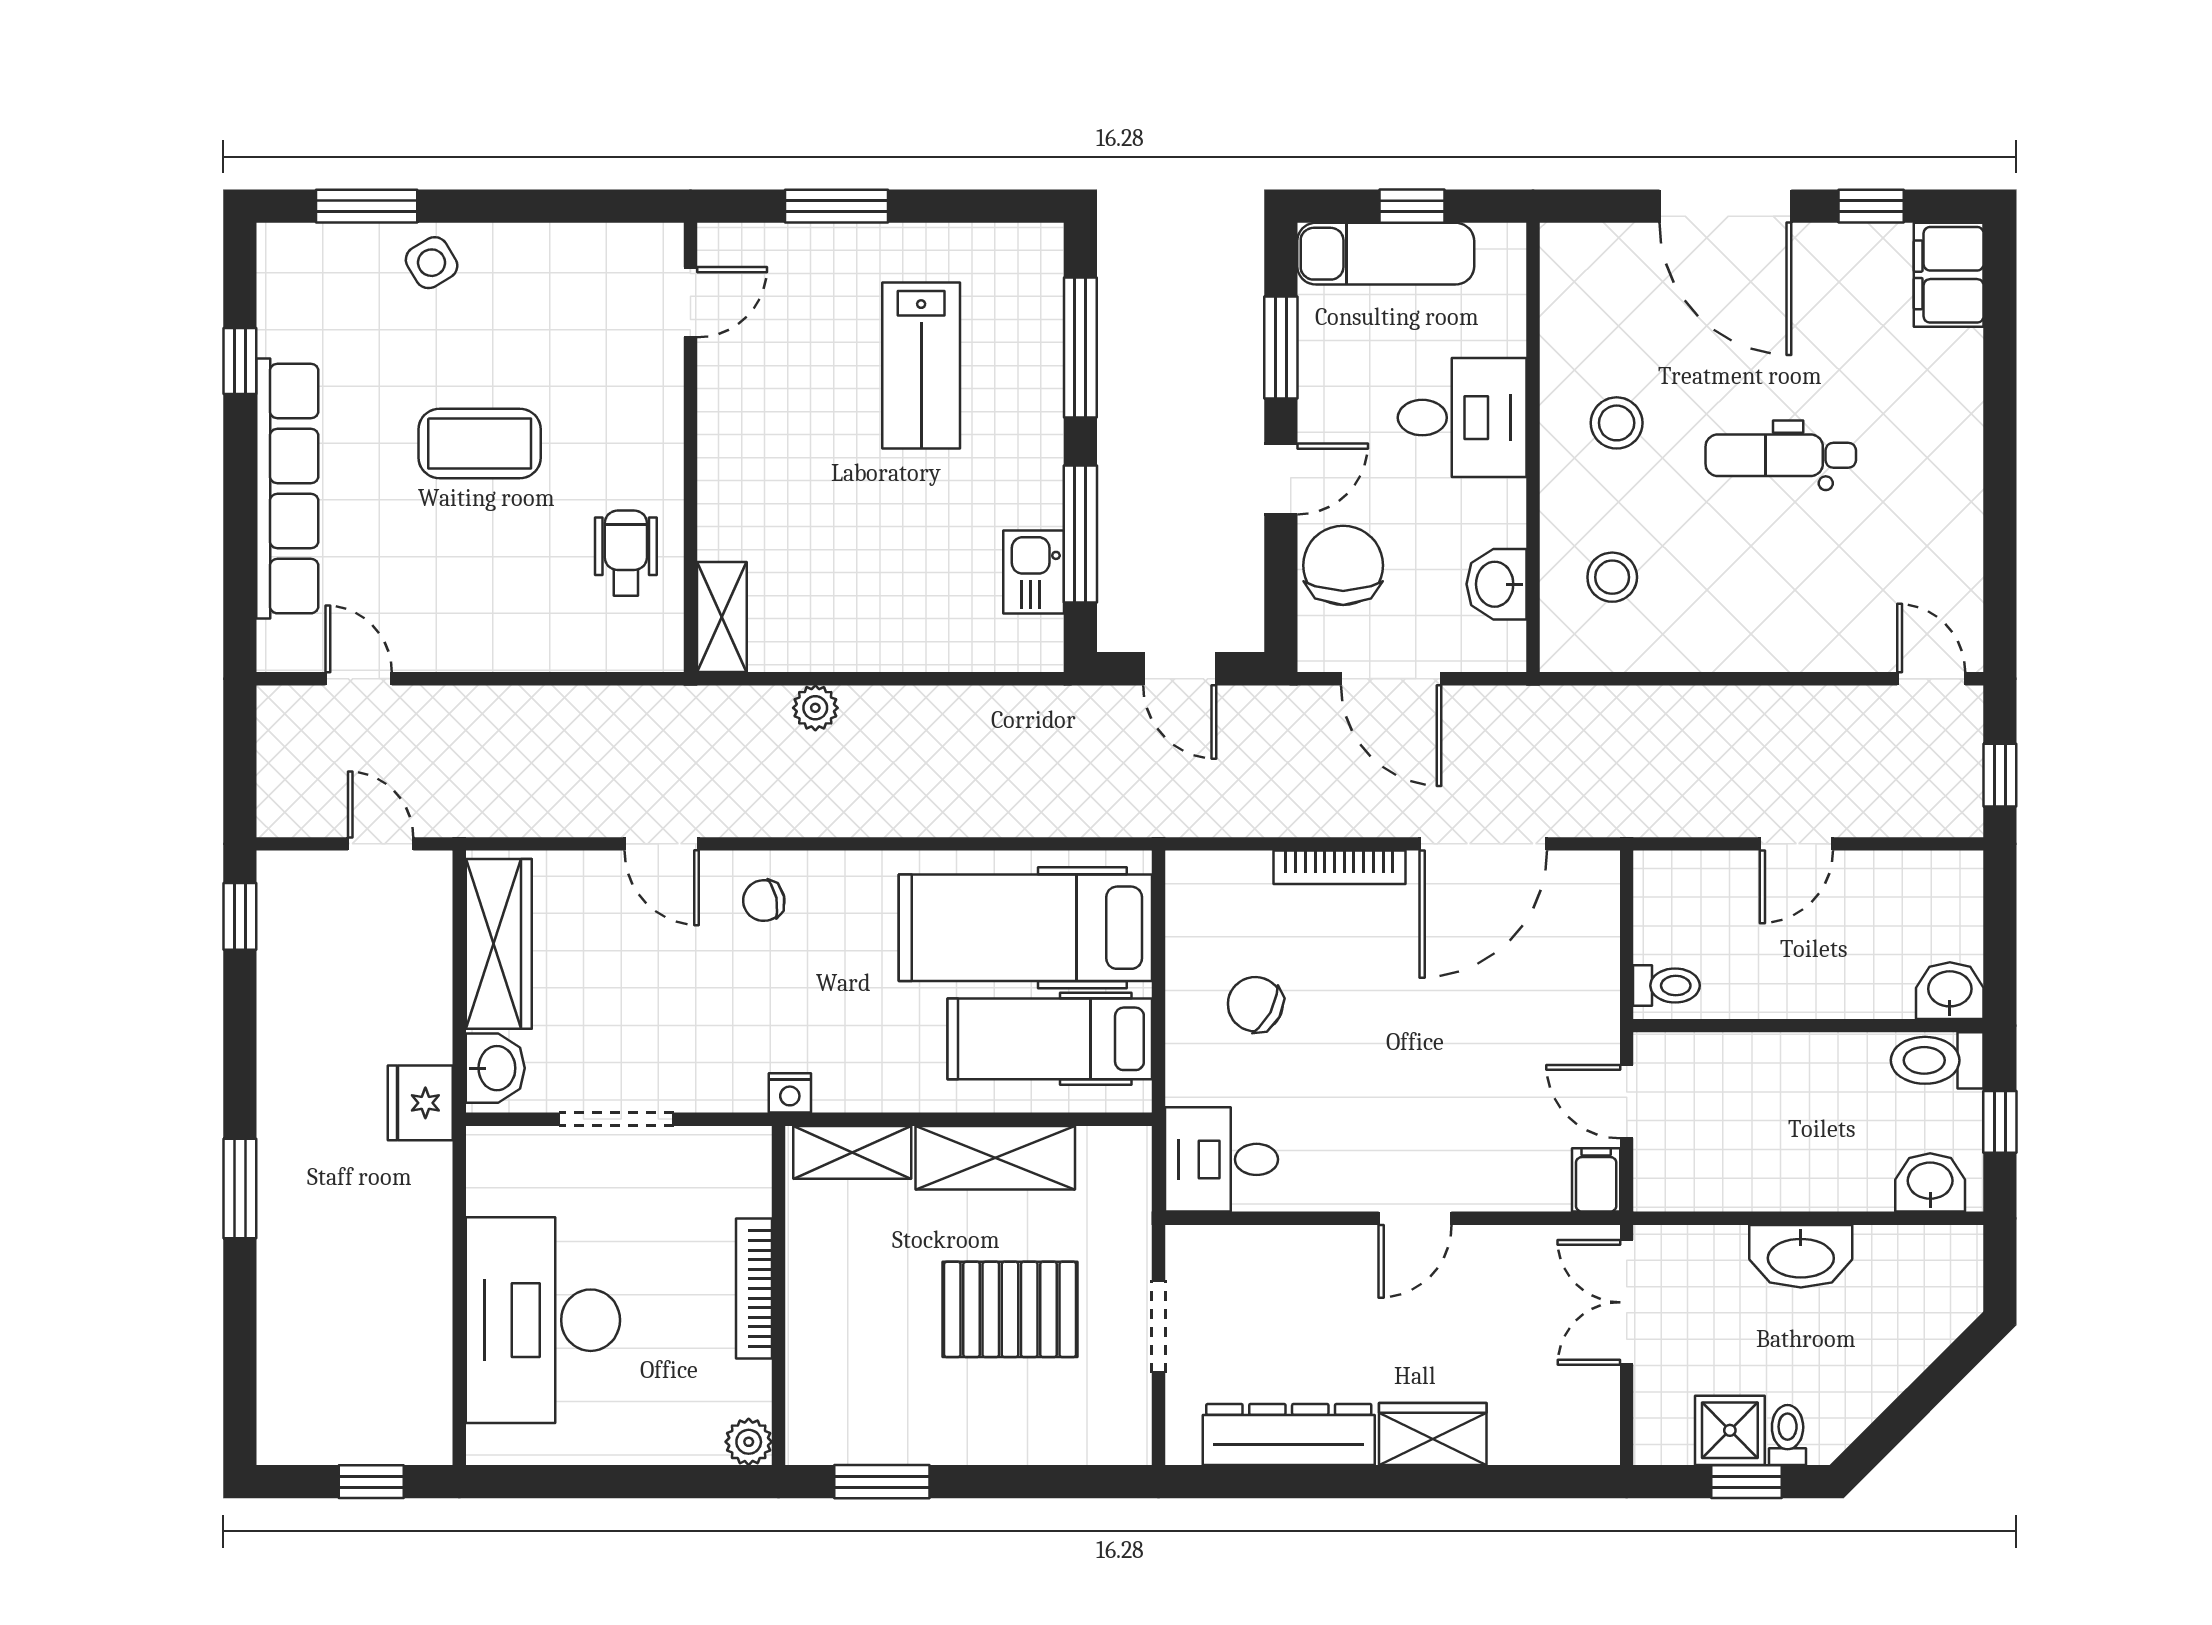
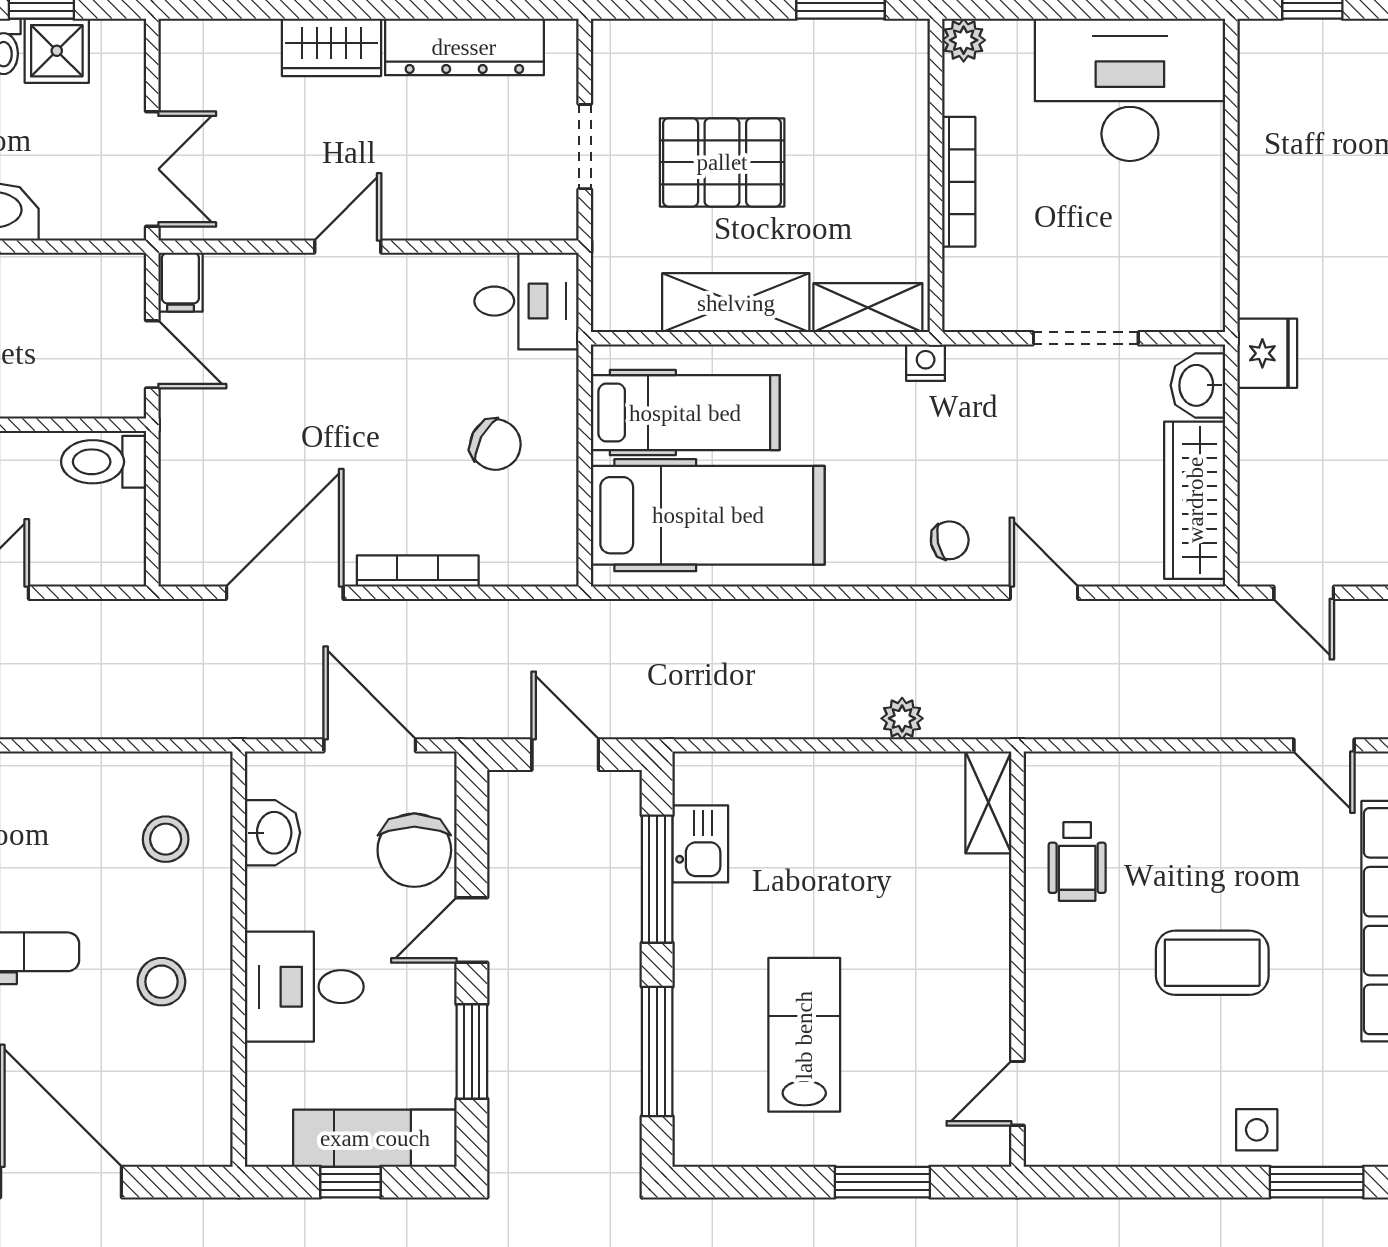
side table: (432, 263) -> (1257, 1130), turned 31
toilet: (1666, 986) -> (104, 462), width x1.37, depth x1.39
desk: (543, 1320) -> (1130, 90), moved, turned -90

